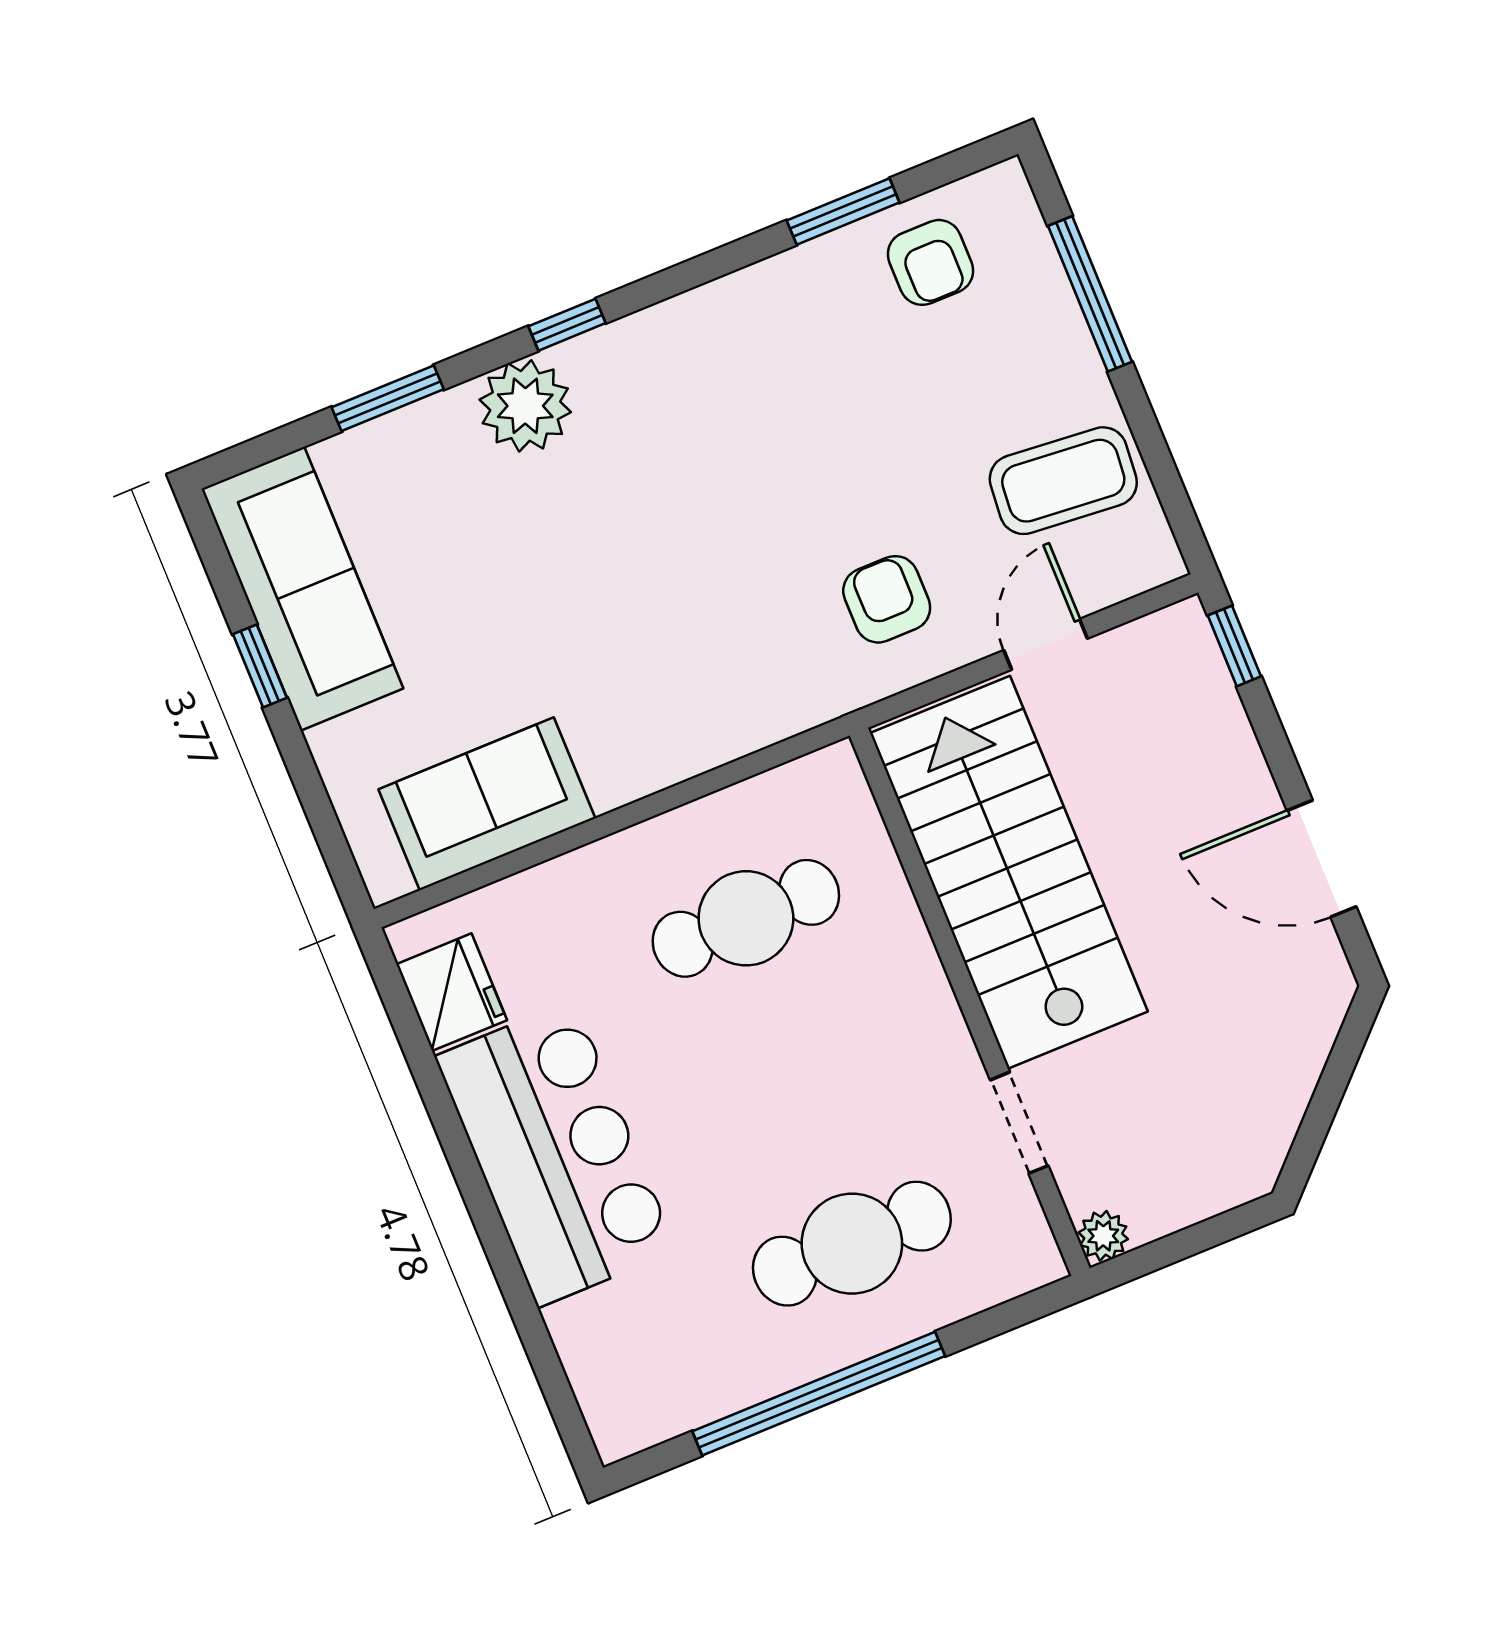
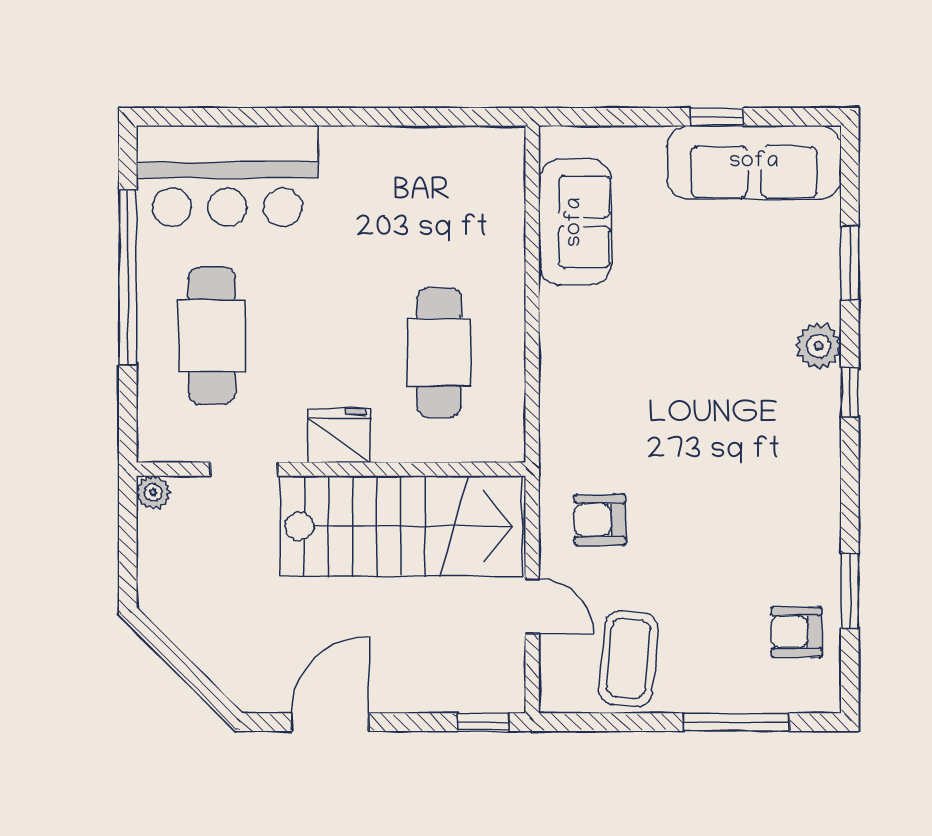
plant: (525, 406) -> (819, 346), width x0.73, depth x0.73
armchair: (887, 599) -> (600, 520), turned 180
fridge: (452, 992) -> (339, 436), moved, turned 180
bar counter: (556, 1154) -> (227, 176), moved

